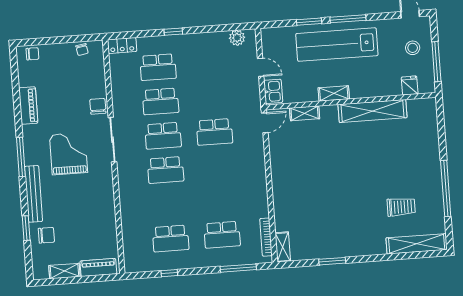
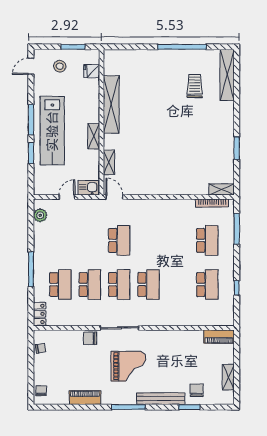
window: (173, 32) -> (31, 269), width x2.17
window: (436, 62) -> (73, 47), width x0.69
grand piano: (69, 154) -> (128, 366), turned 180
piano: (98, 267) -> (219, 337), moved, turned -90

